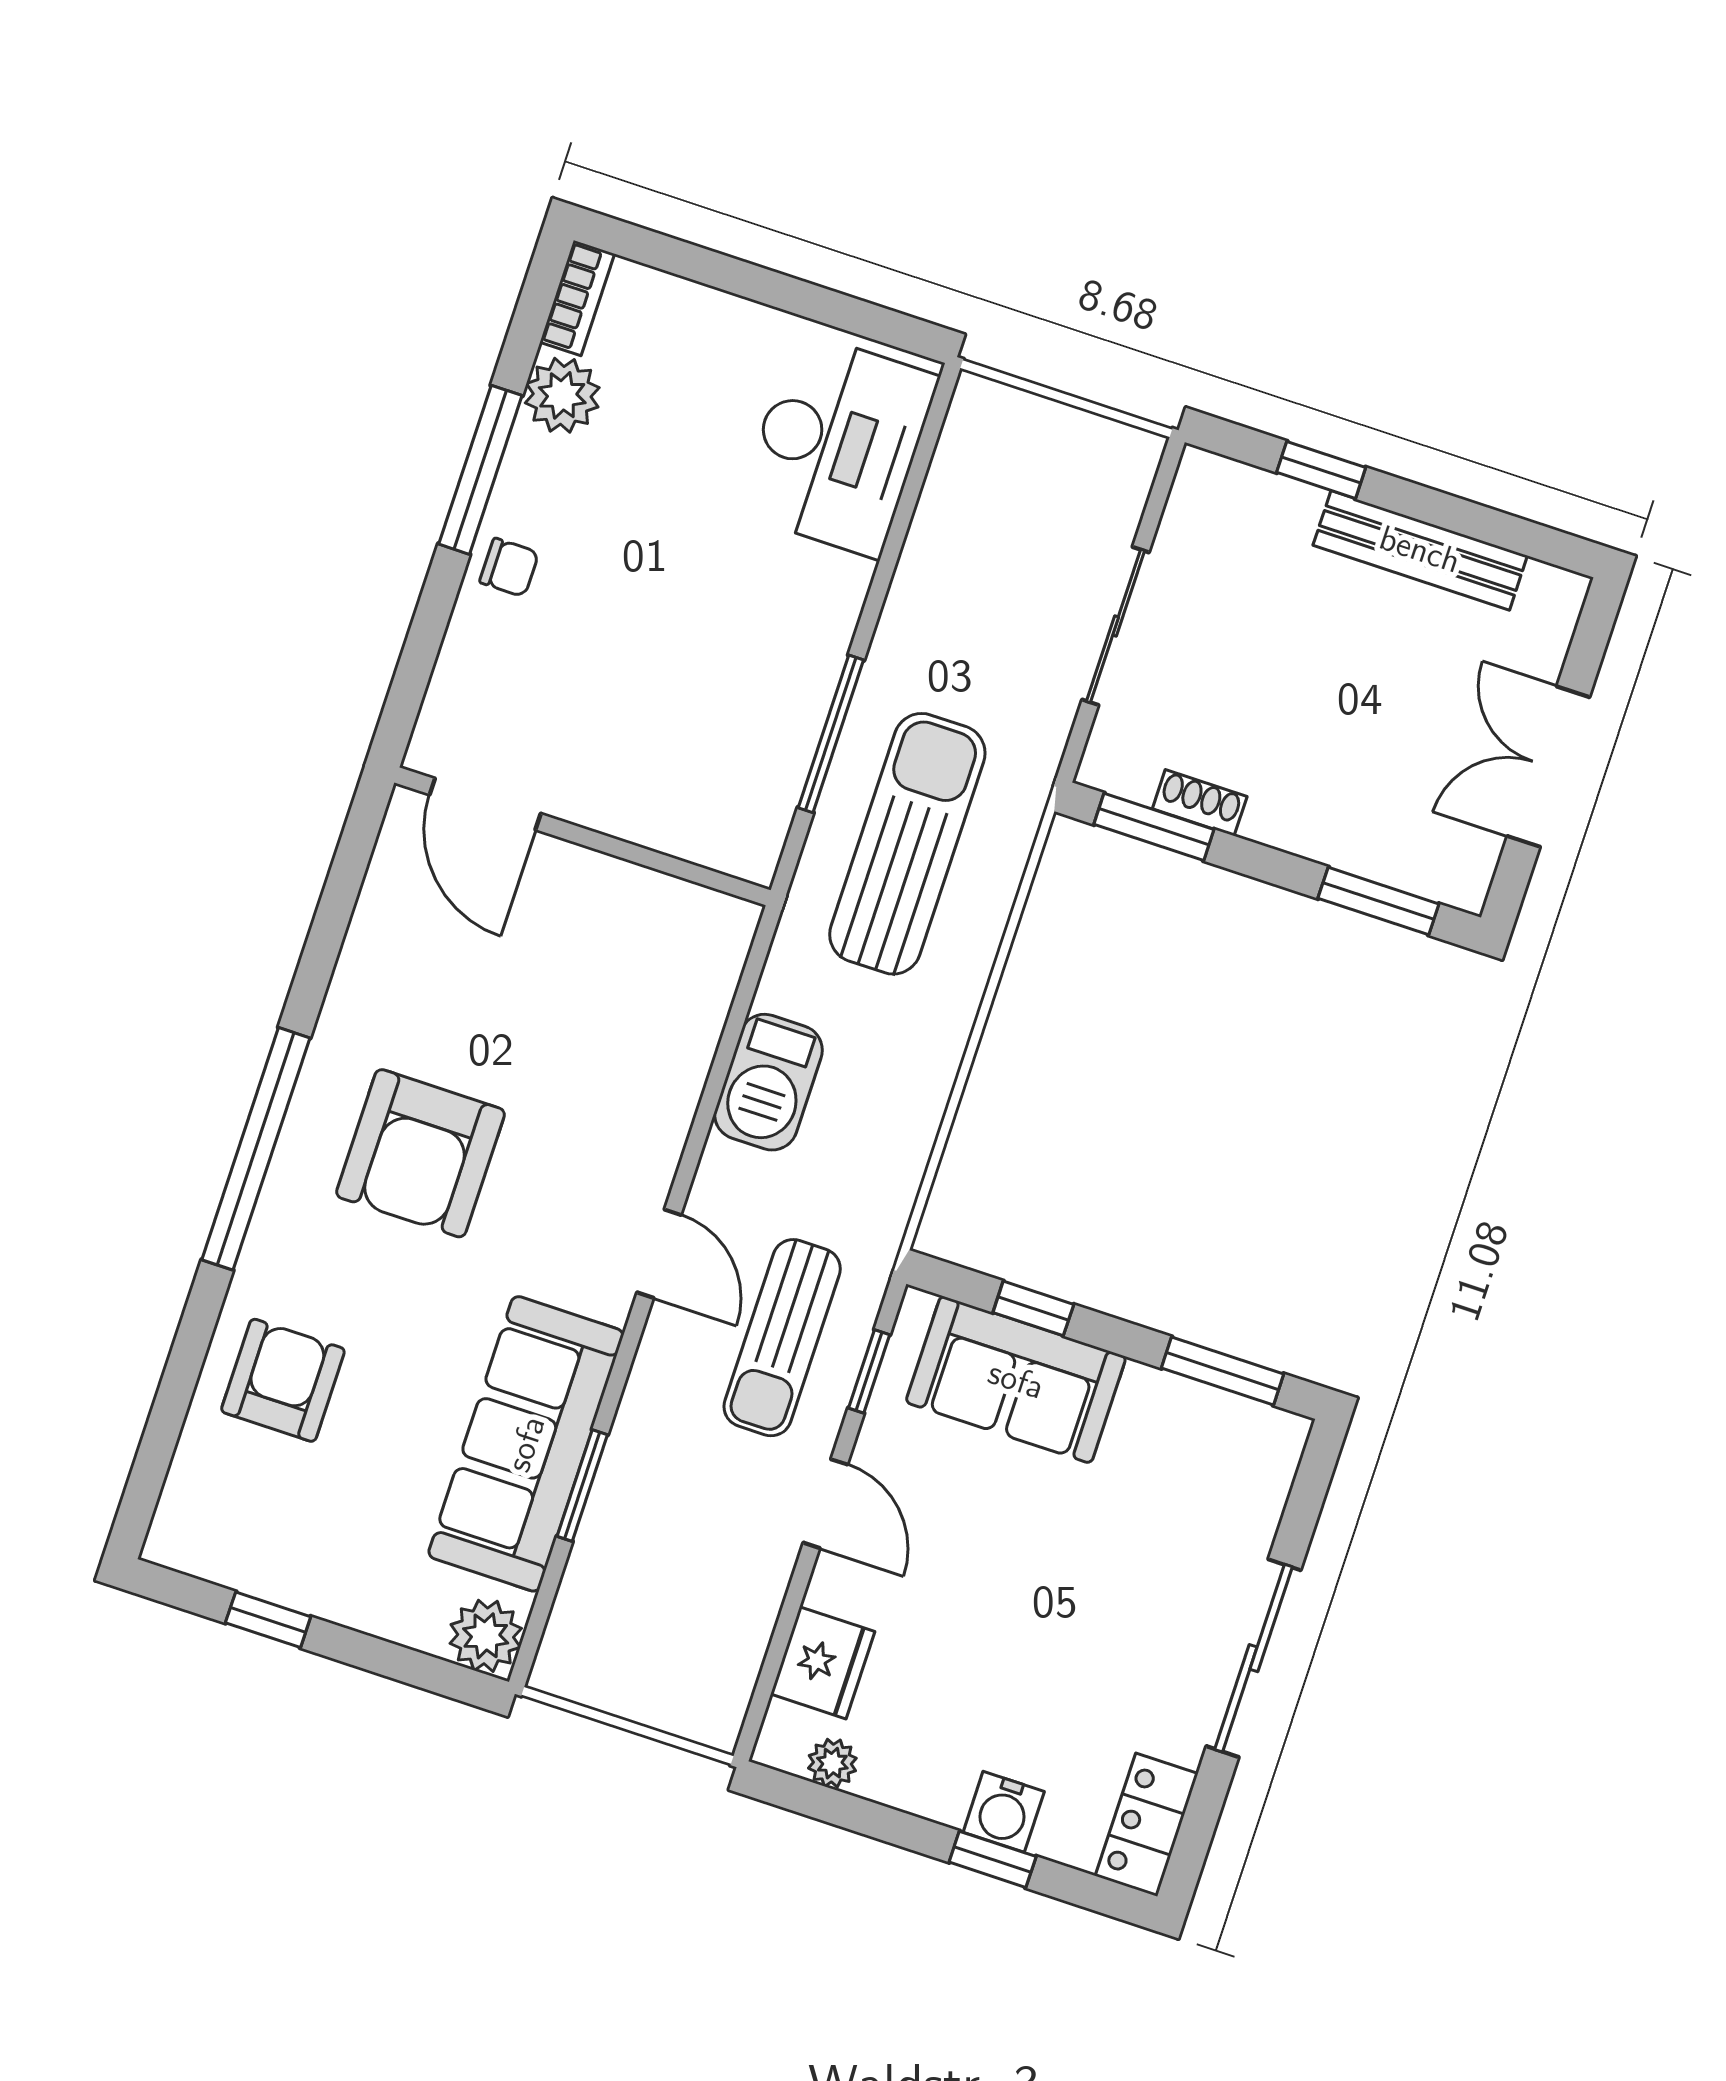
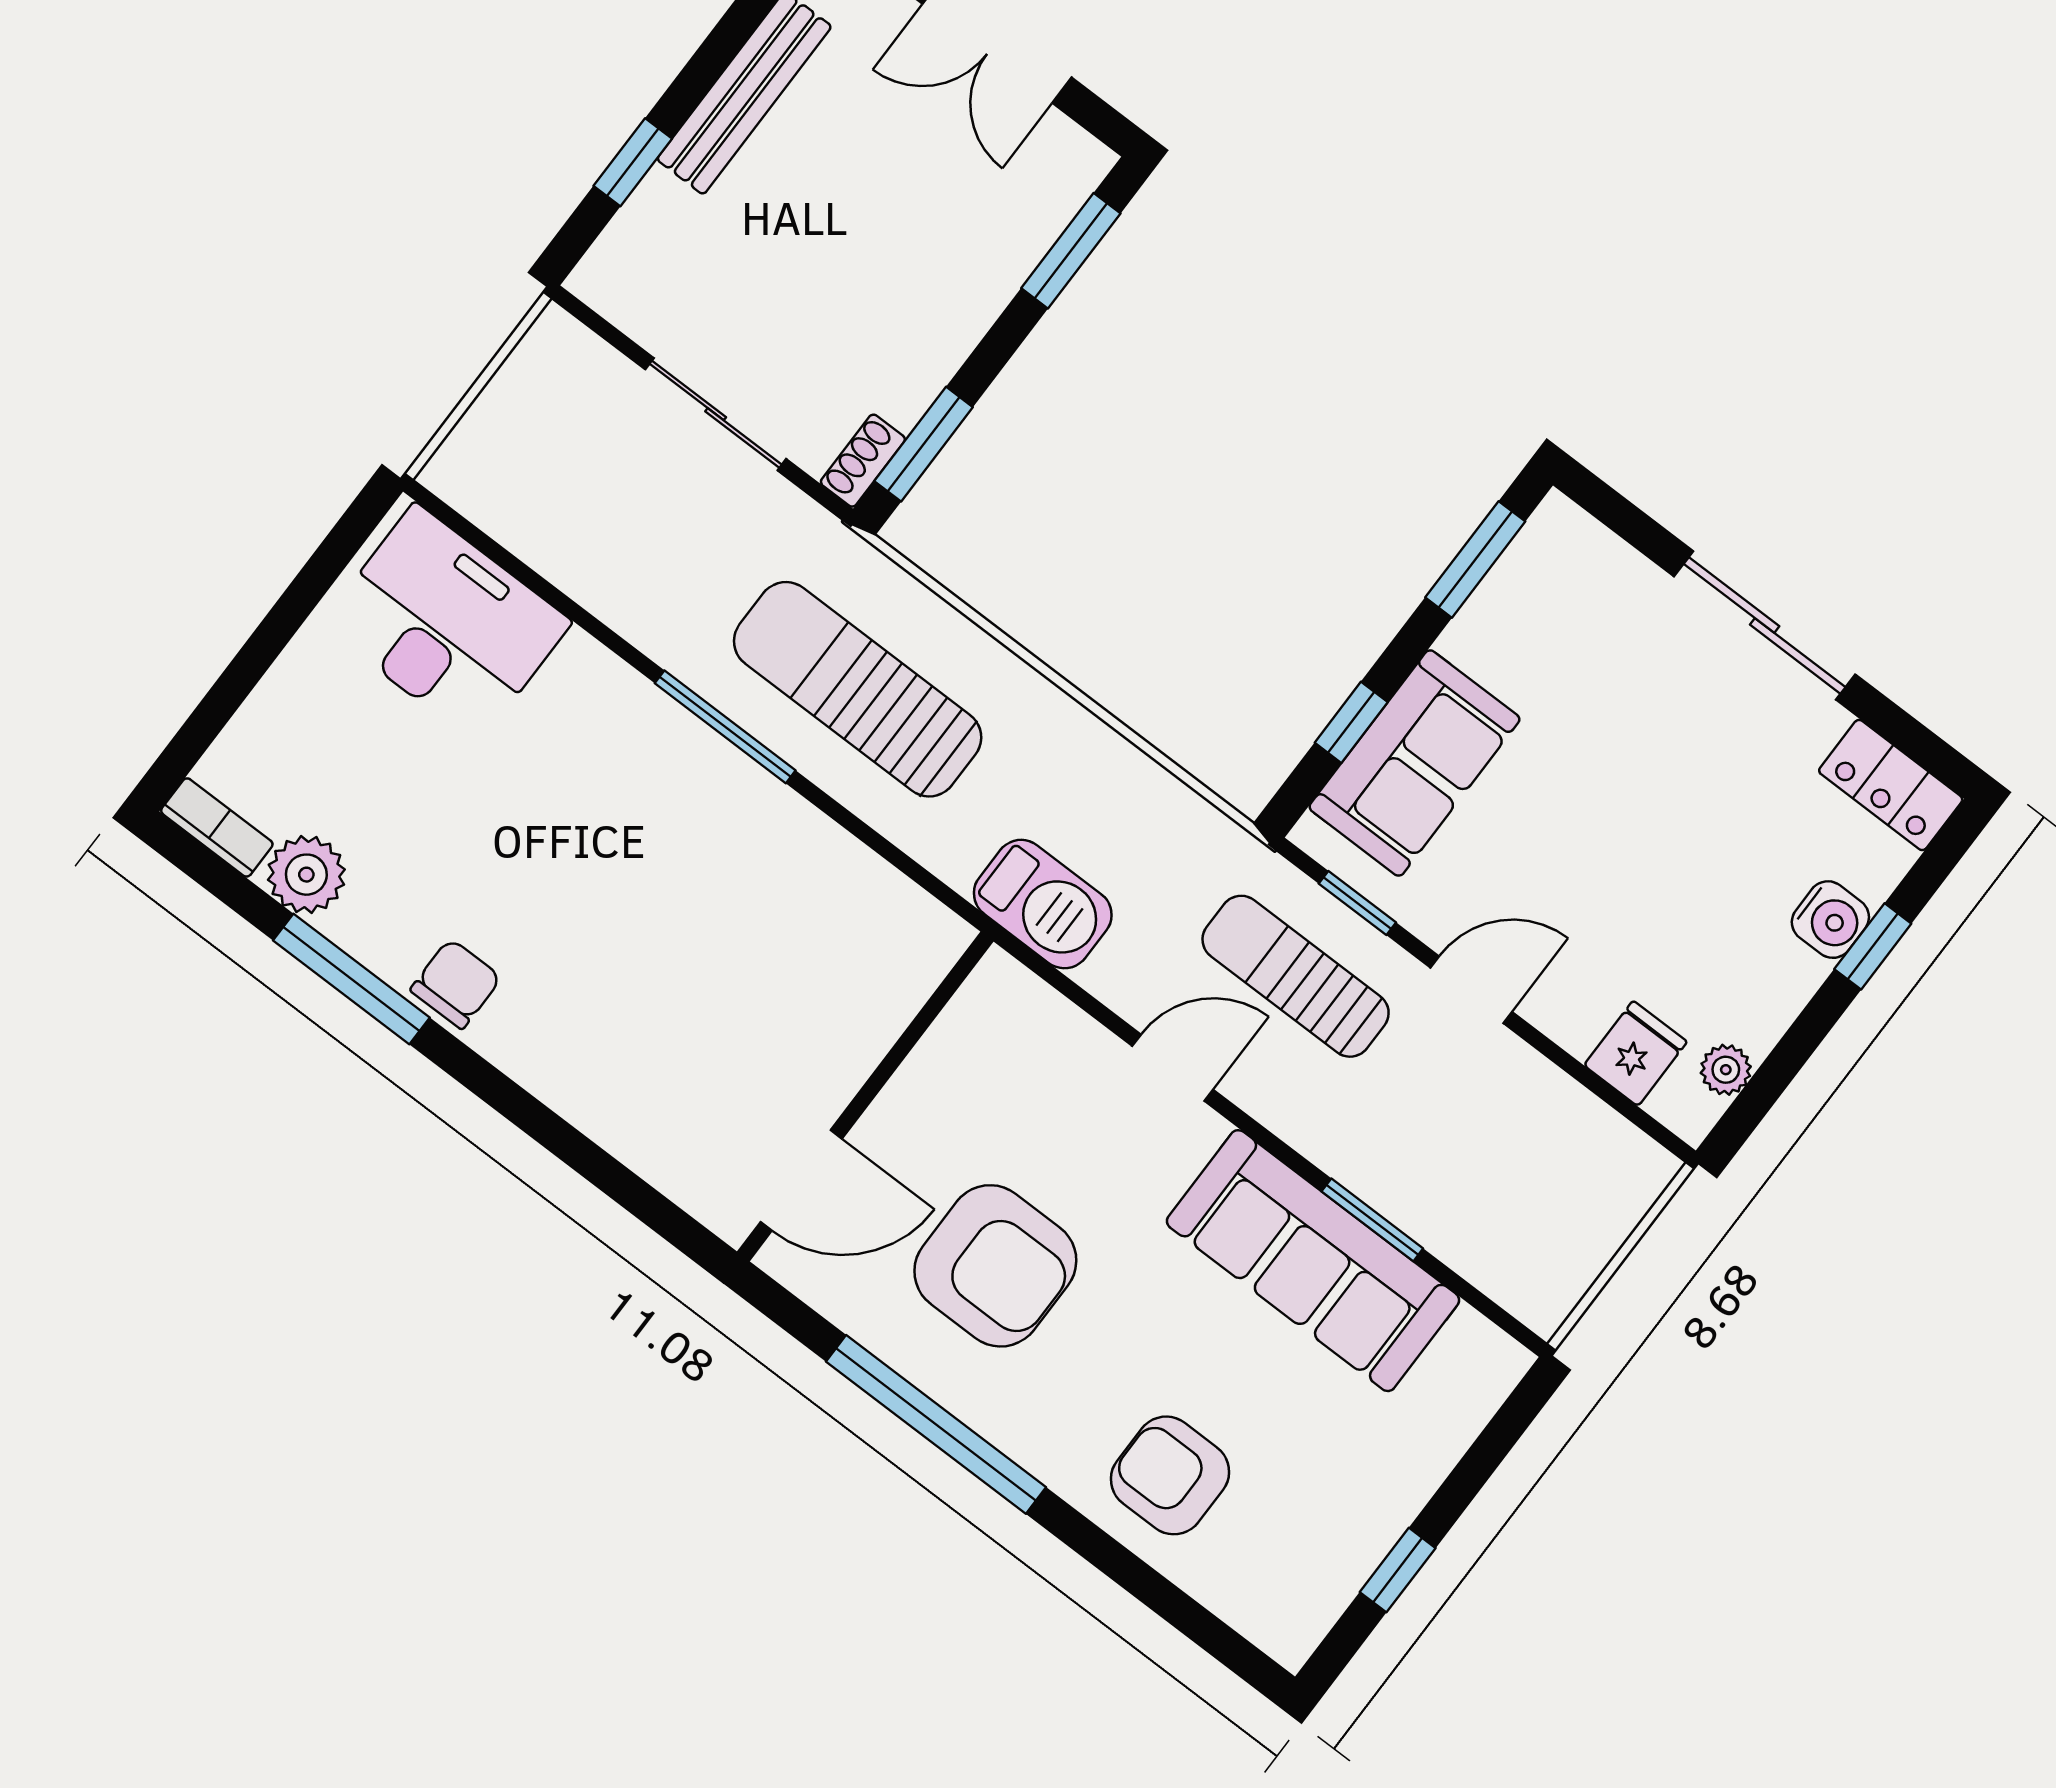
chair: (509, 567) -> (456, 984), width x1.37, depth x1.37
shoe rack: (1200, 803) -> (863, 461), moved
door: (485, 804) -> (801, 1180), moved
wall: (583, 836) -> (865, 1096), moved
sun lounger: (782, 1338) -> (1296, 976), turned 180
plant: (486, 1636) -> (1486, 1364), removed
fridge: (823, 1663) -> (1636, 1053), width x0.72

